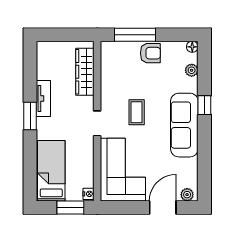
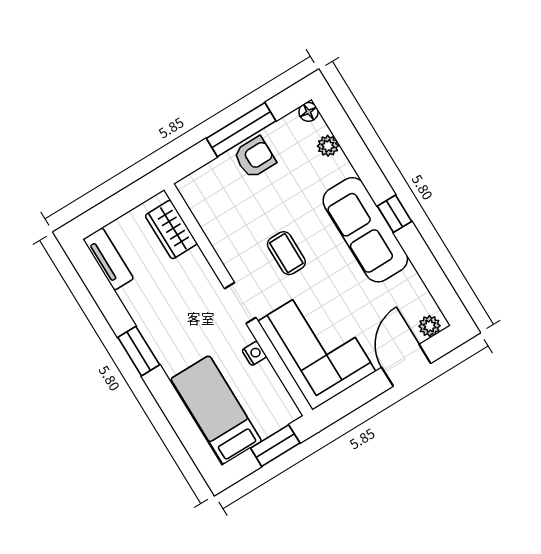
window: (135, 35) -> (241, 130), moved
wardrobe: (85, 72) -> (171, 229), width x0.67
tv unit: (43, 99) -> (108, 259), moved
window: (204, 105) -> (395, 214), moved
nightstand: (89, 194) -> (254, 353), moved

